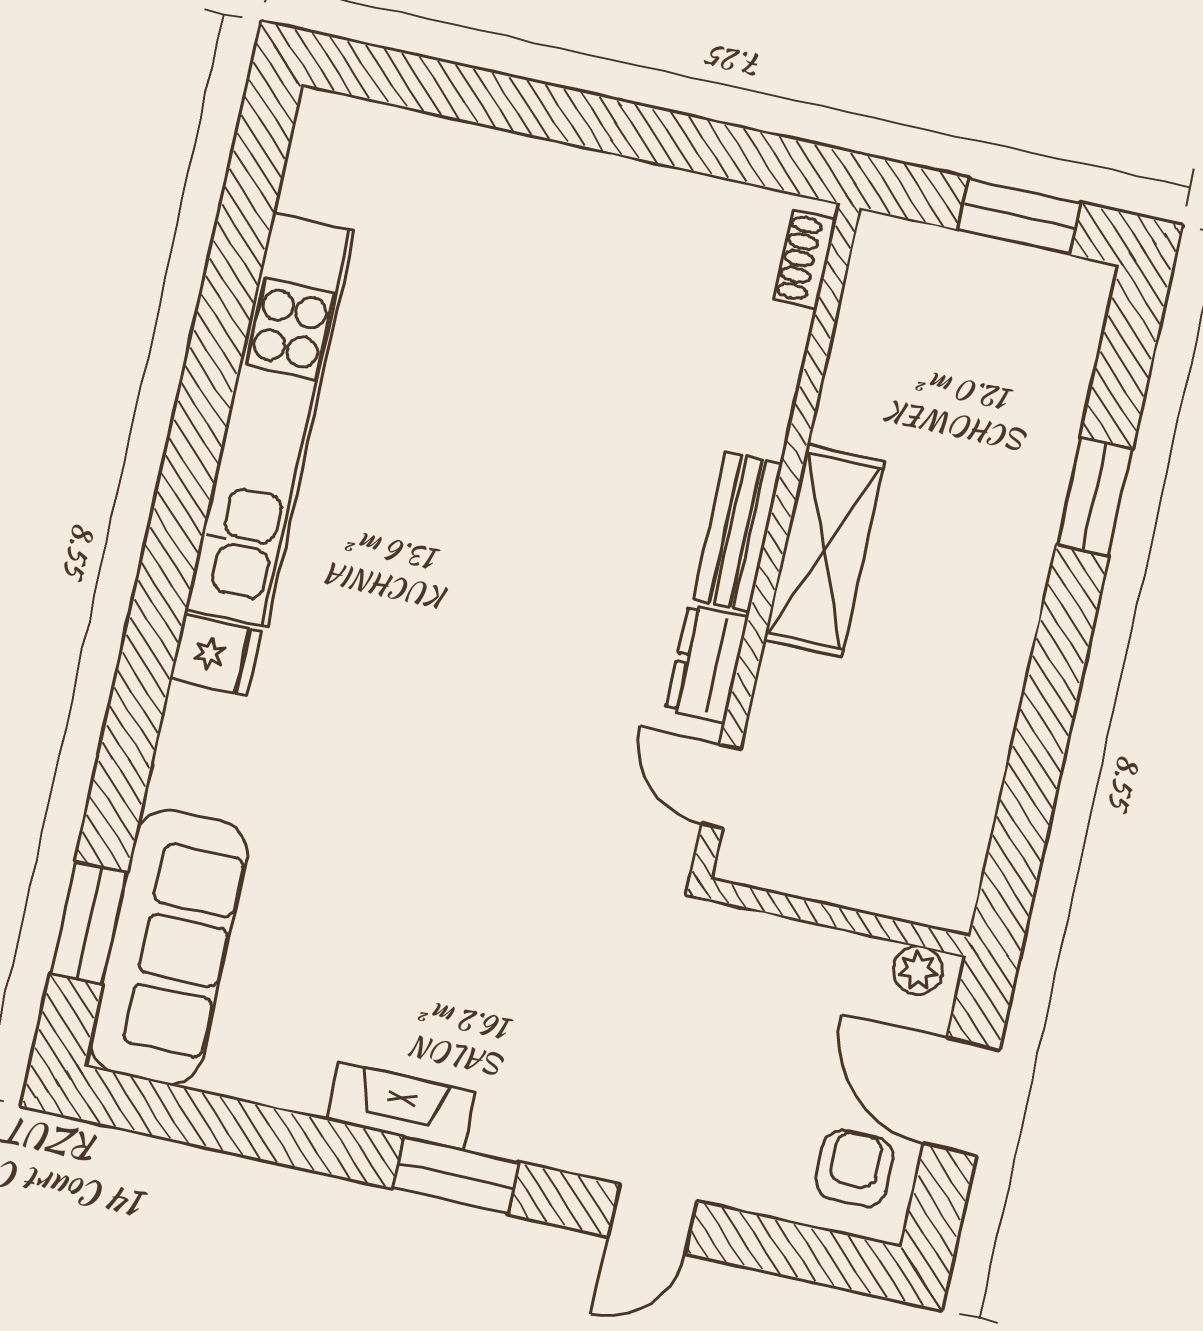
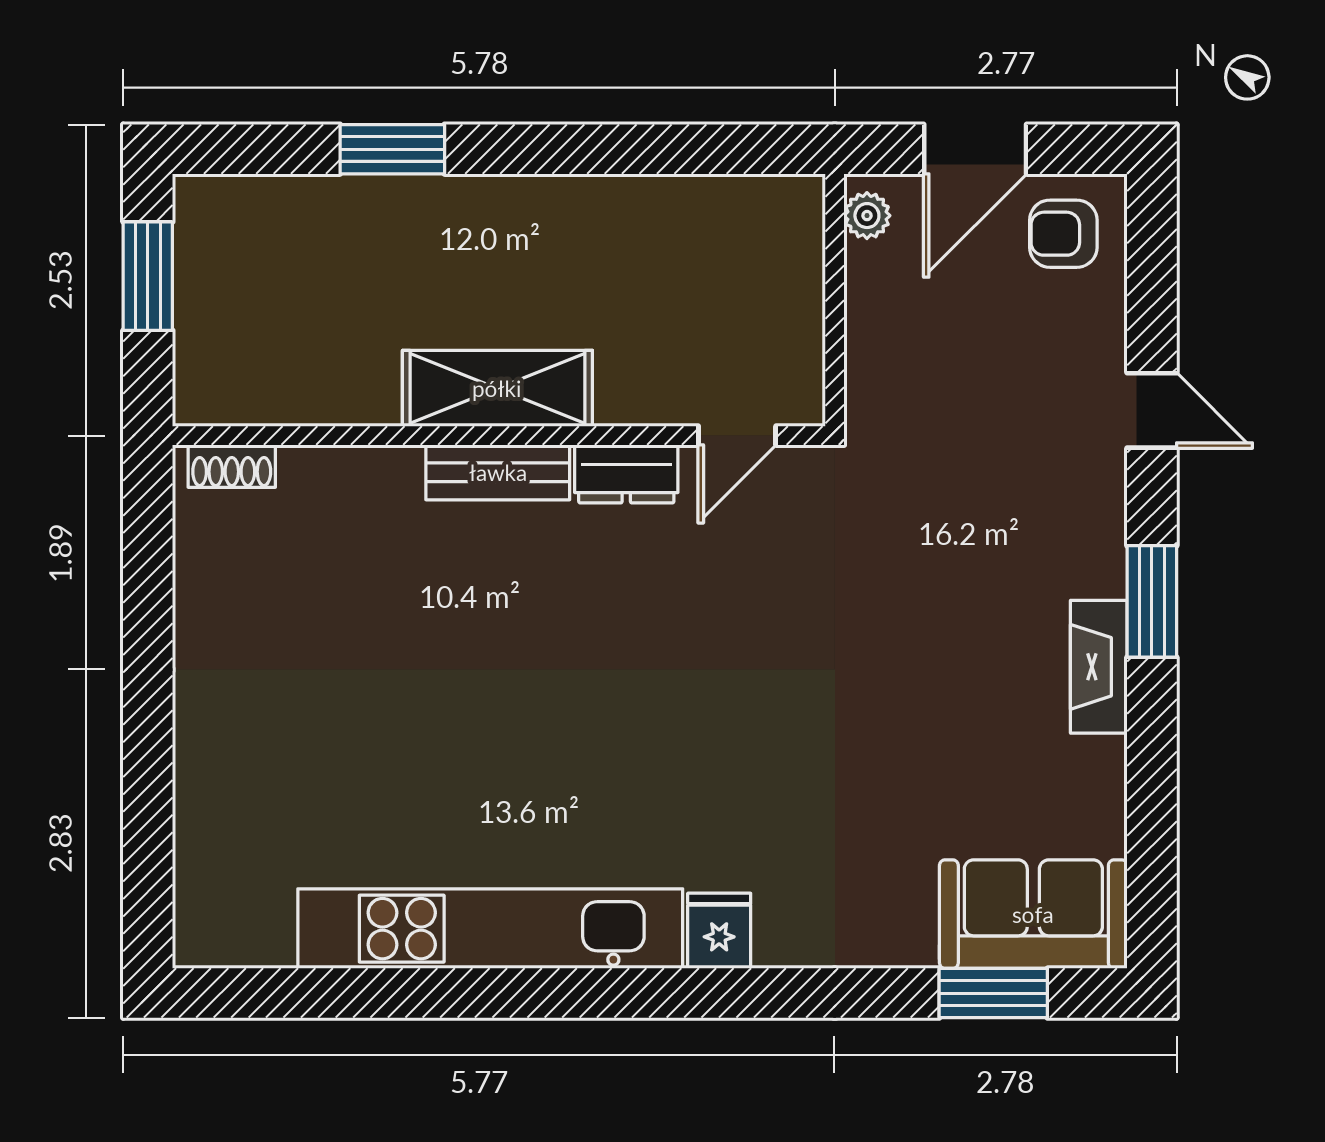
sofa: (169, 947) -> (1033, 914), width x0.73

